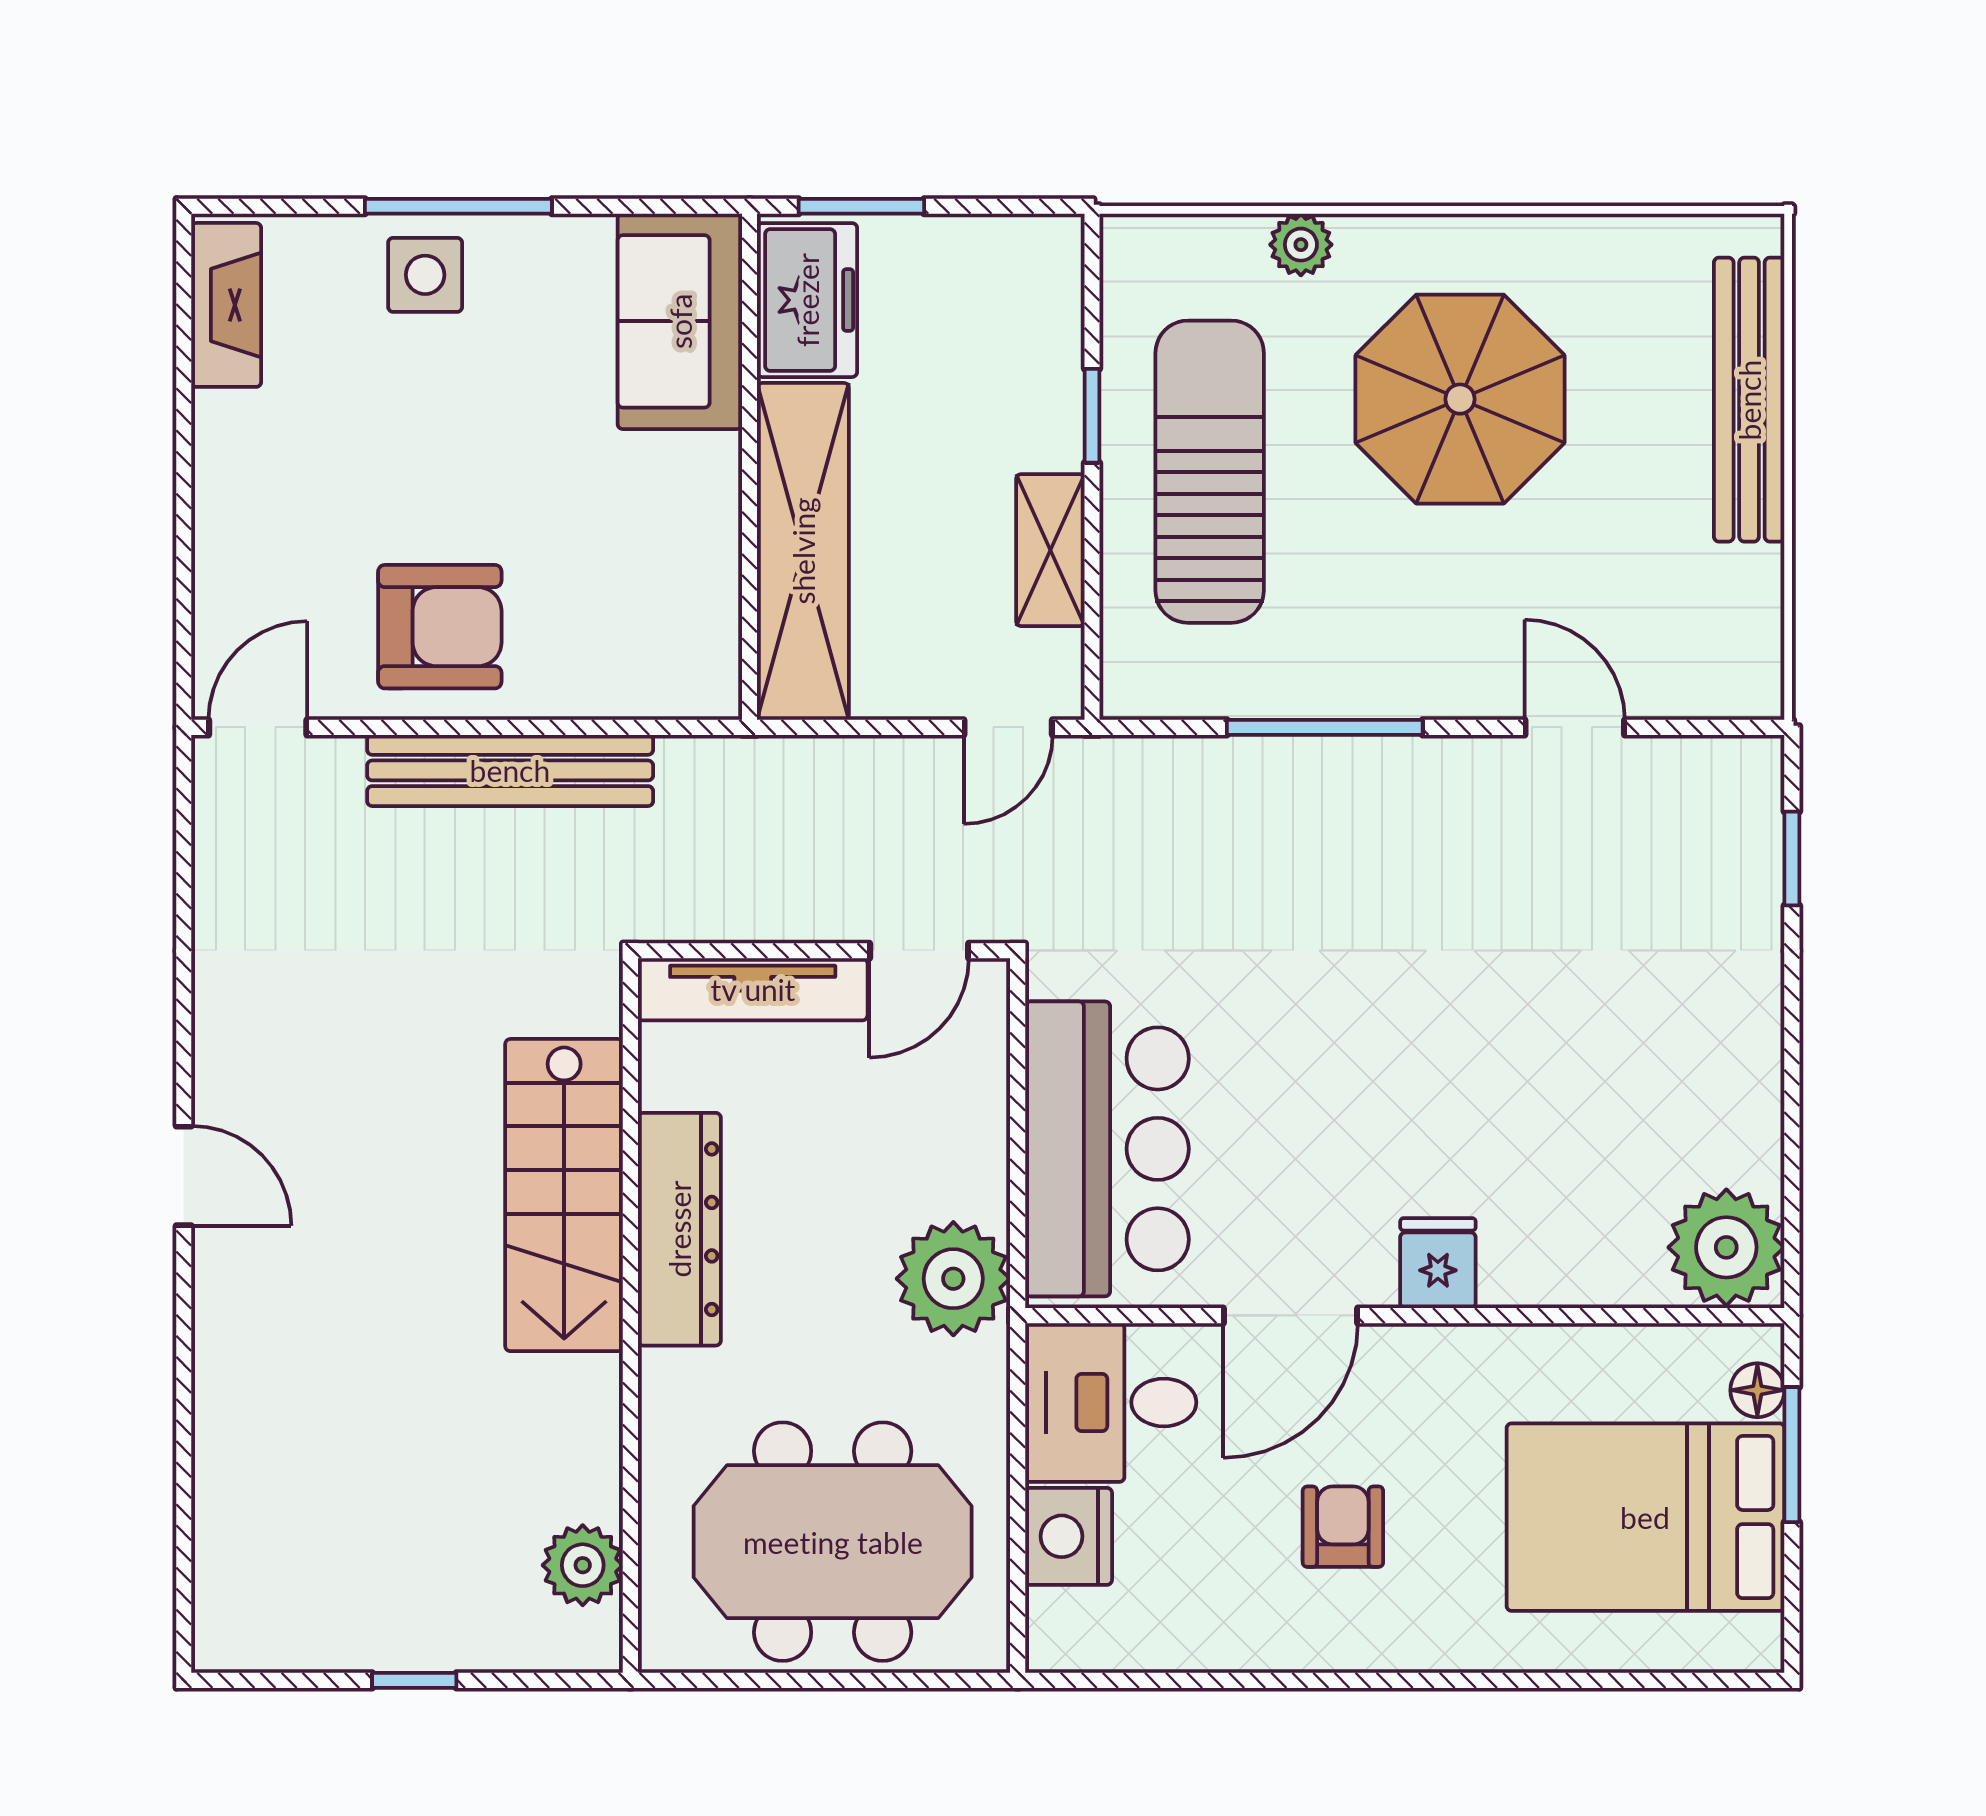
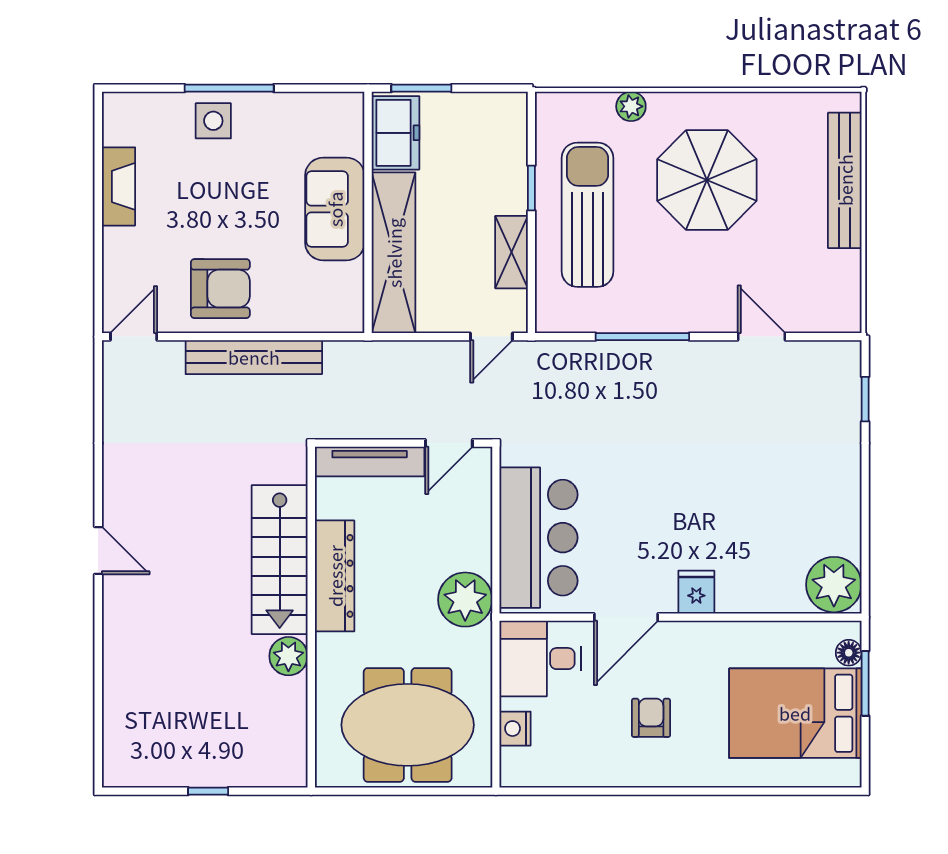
fireplace: (226, 305) -> (118, 186), moved
sofa: (680, 321) -> (335, 209), moved
nightstand: (1069, 1536) -> (515, 729), width x0.74, depth x0.75
plant: (583, 1565) -> (288, 656), moved

